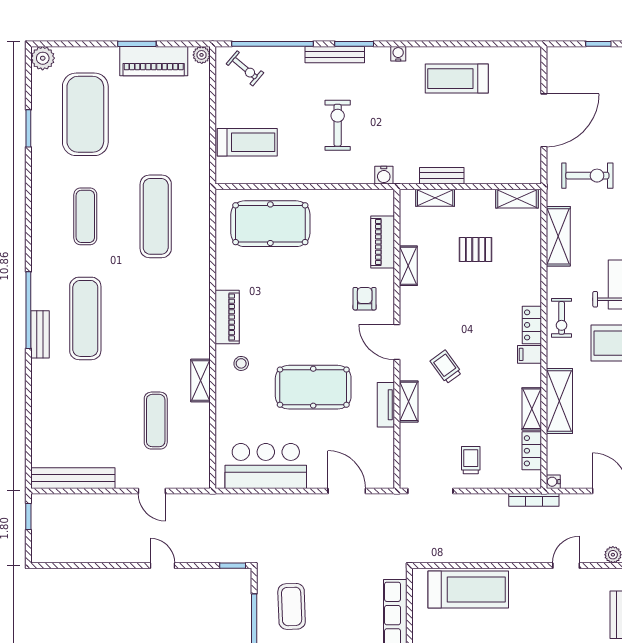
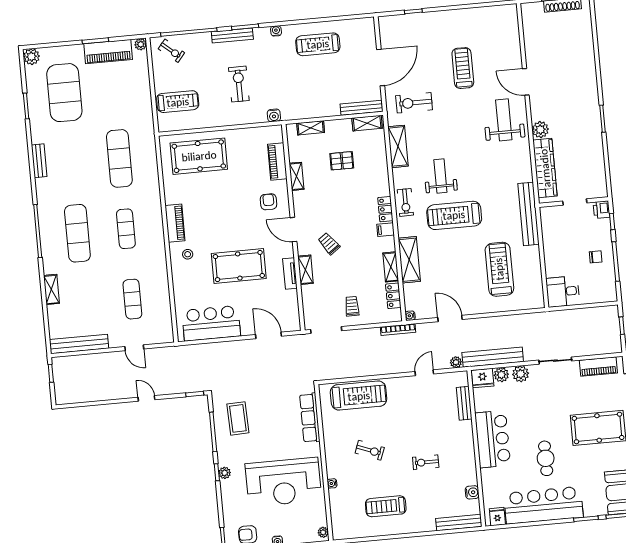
bench: (442, 176) -> (361, 108), moved, width x1.36
exercise bike: (587, 176) -> (414, 103), turned 180
exercise mat: (85, 216) -> (126, 229), moved
bench: (40, 334) -> (39, 161), moved
shelving: (201, 381) -> (51, 289), moved

